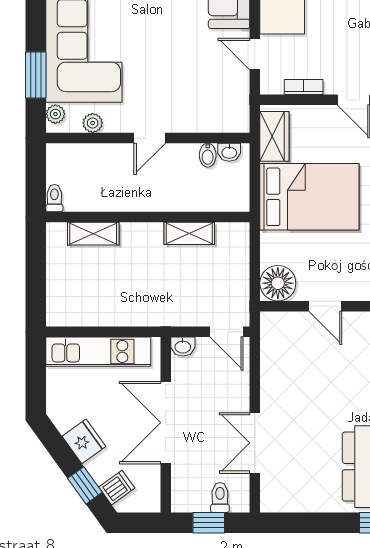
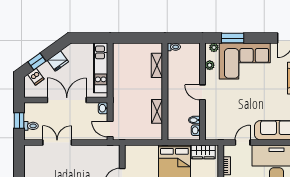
floor lamp: (278, 283) -> (133, 153), removed
door: (226, 332) -> (110, 129), hinge flipped

